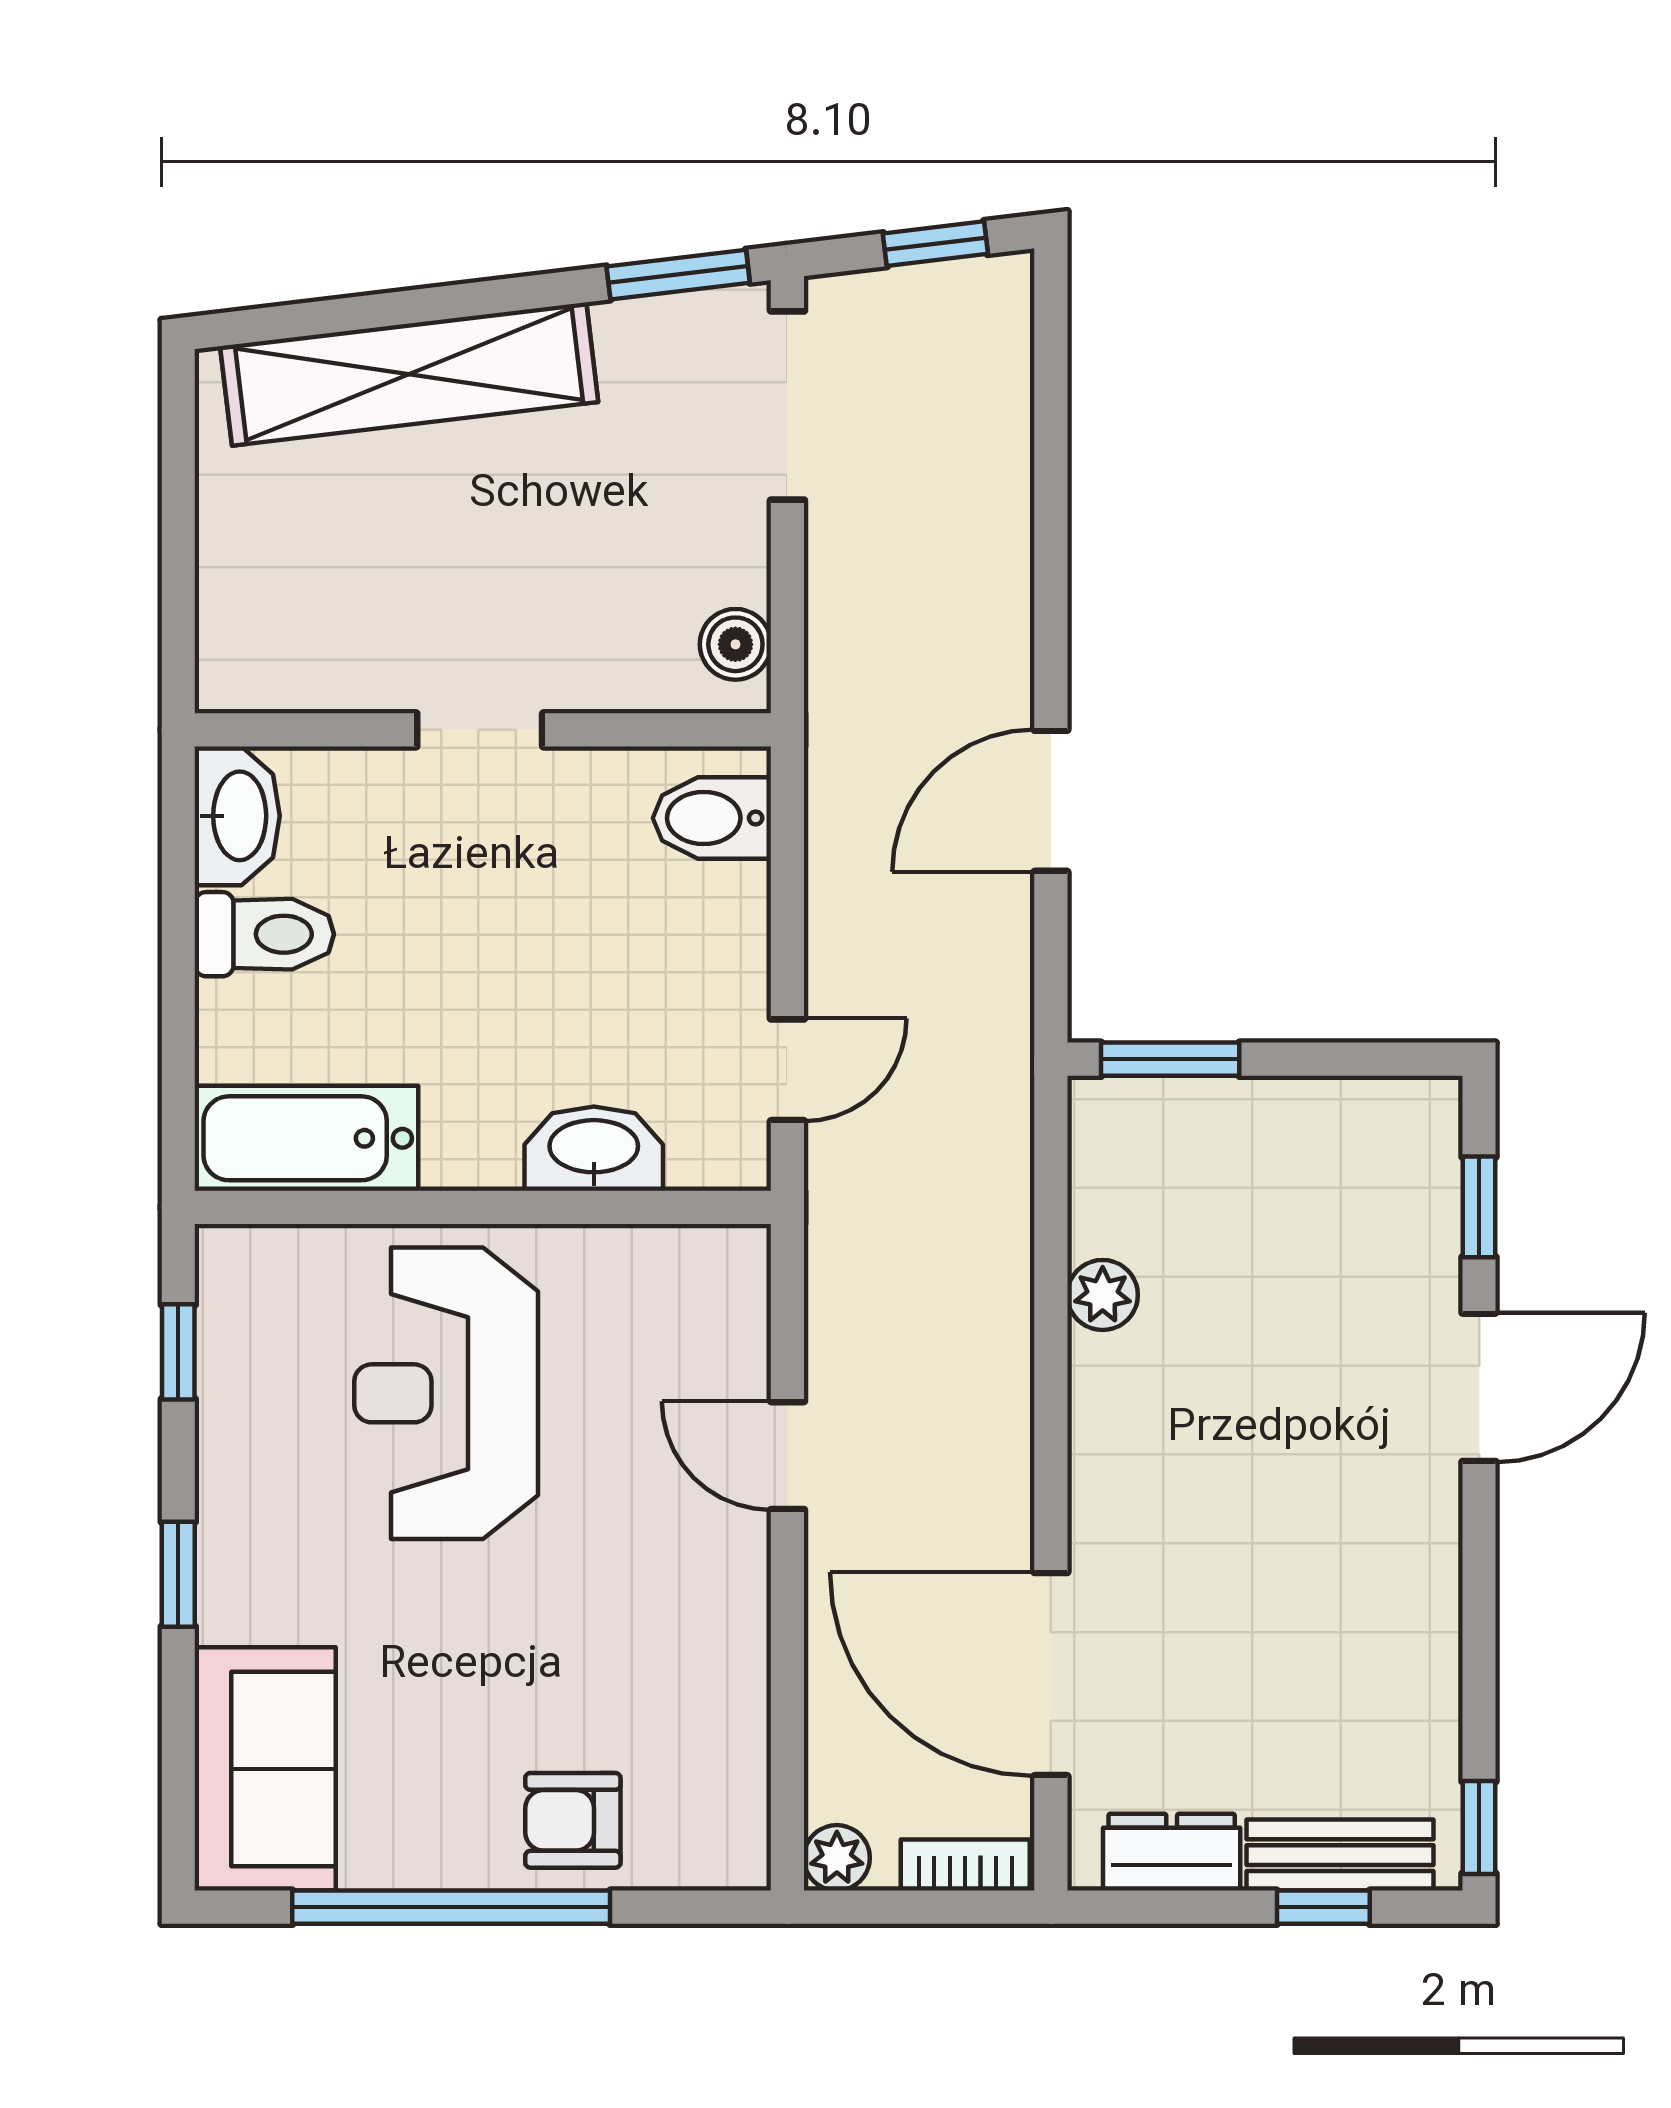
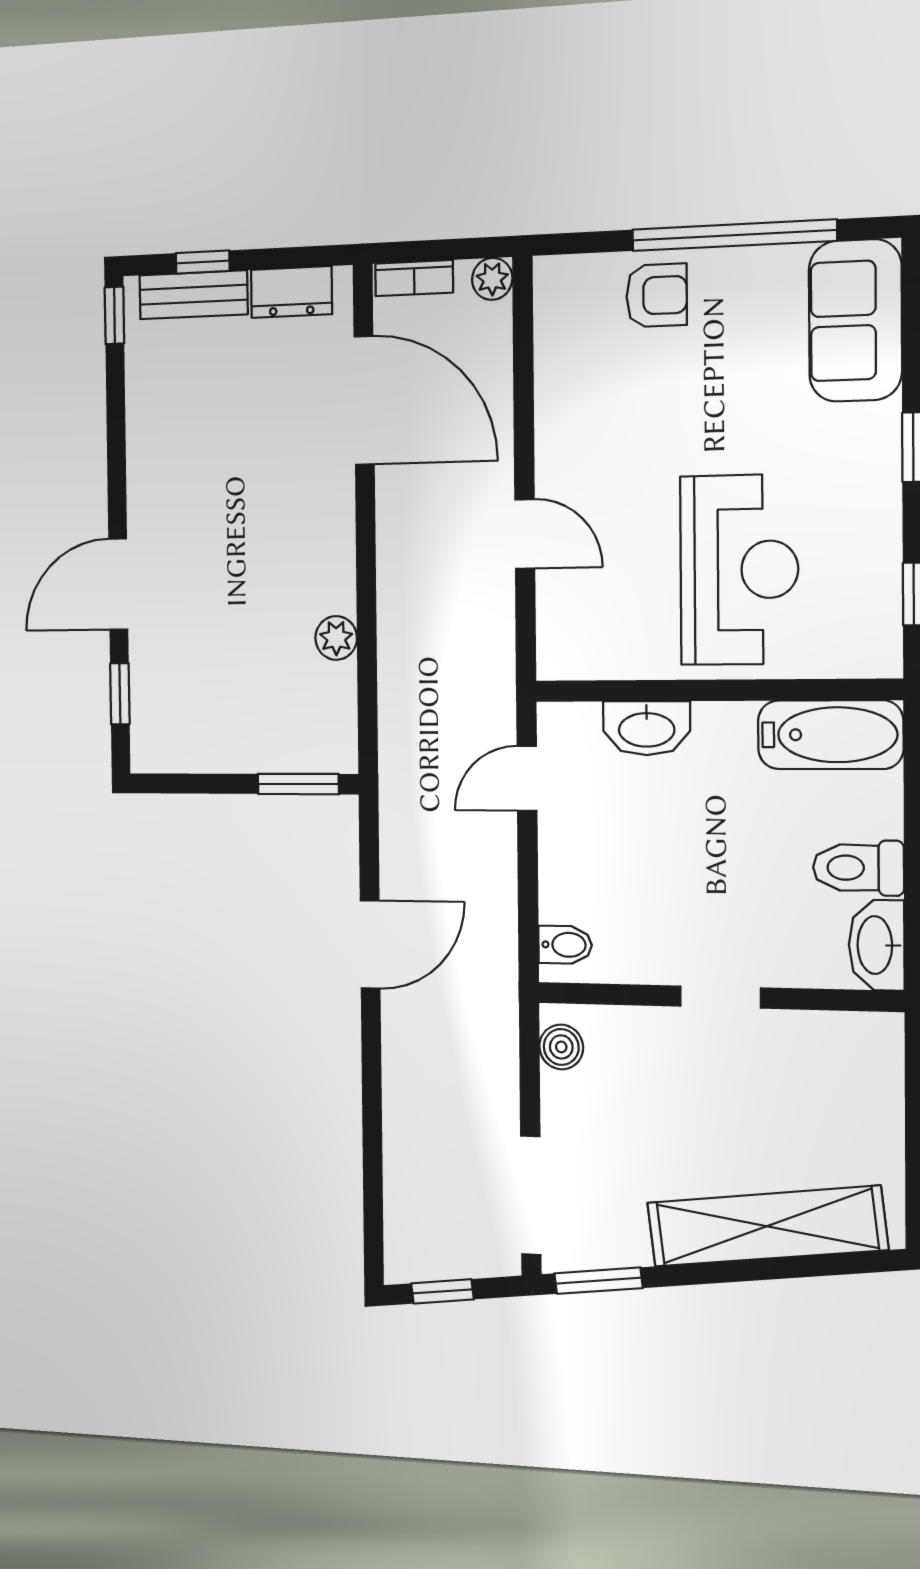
bidet: (712, 818) -> (565, 945), width x0.72, depth x0.74

